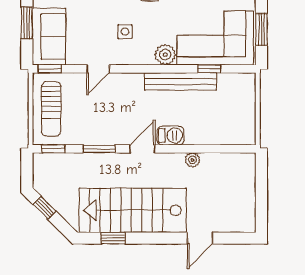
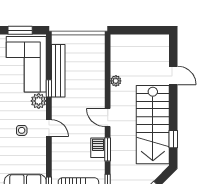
door: (98, 69) -> (49, 128), moved
window: (209, 69) -> (49, 88), moved
bench: (180, 81) -> (58, 71), moved
barbecue: (171, 136) -> (98, 148), moved

